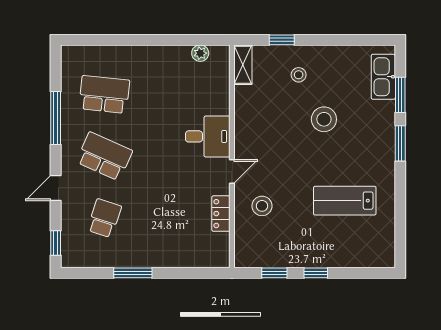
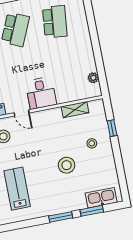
shelving: (243, 65) -> (75, 110), moved

